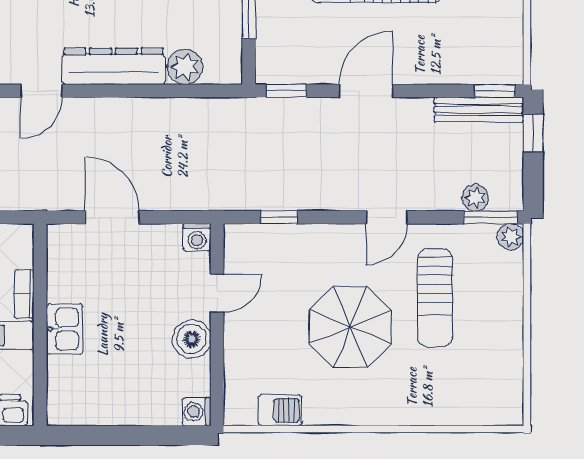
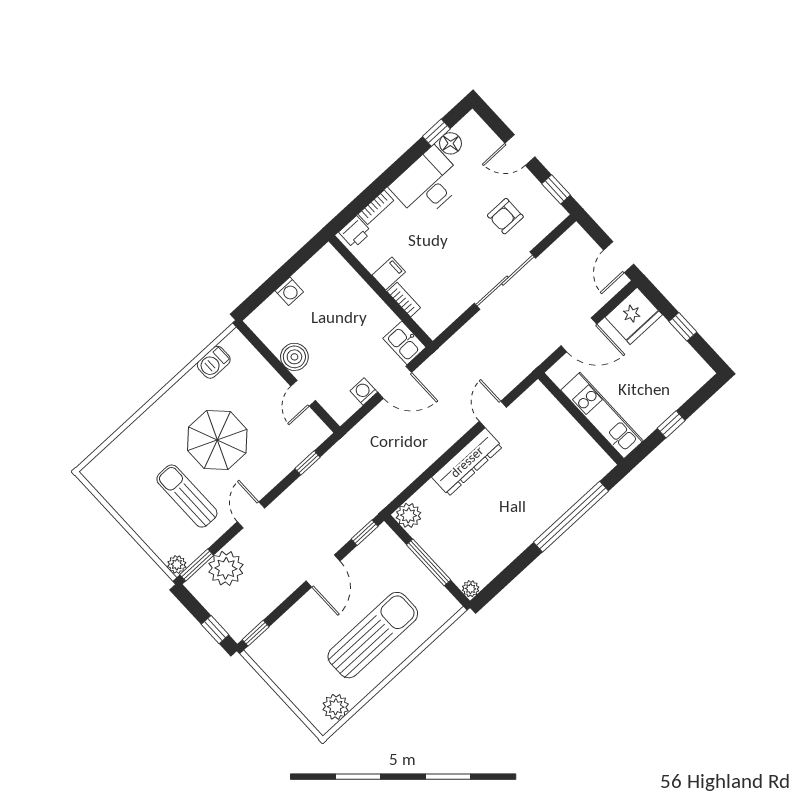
plant: (185, 67) -> (409, 515), moved
bench: (479, 110) -> (255, 616), removed
plant: (475, 198) -> (226, 568), width x1.87, depth x1.87
washing machine: (197, 237) -> (364, 391), moved
kitchen sink: (65, 329) -> (404, 343), moved
washing machine: (196, 412) -> (289, 291), moved, turned 90

